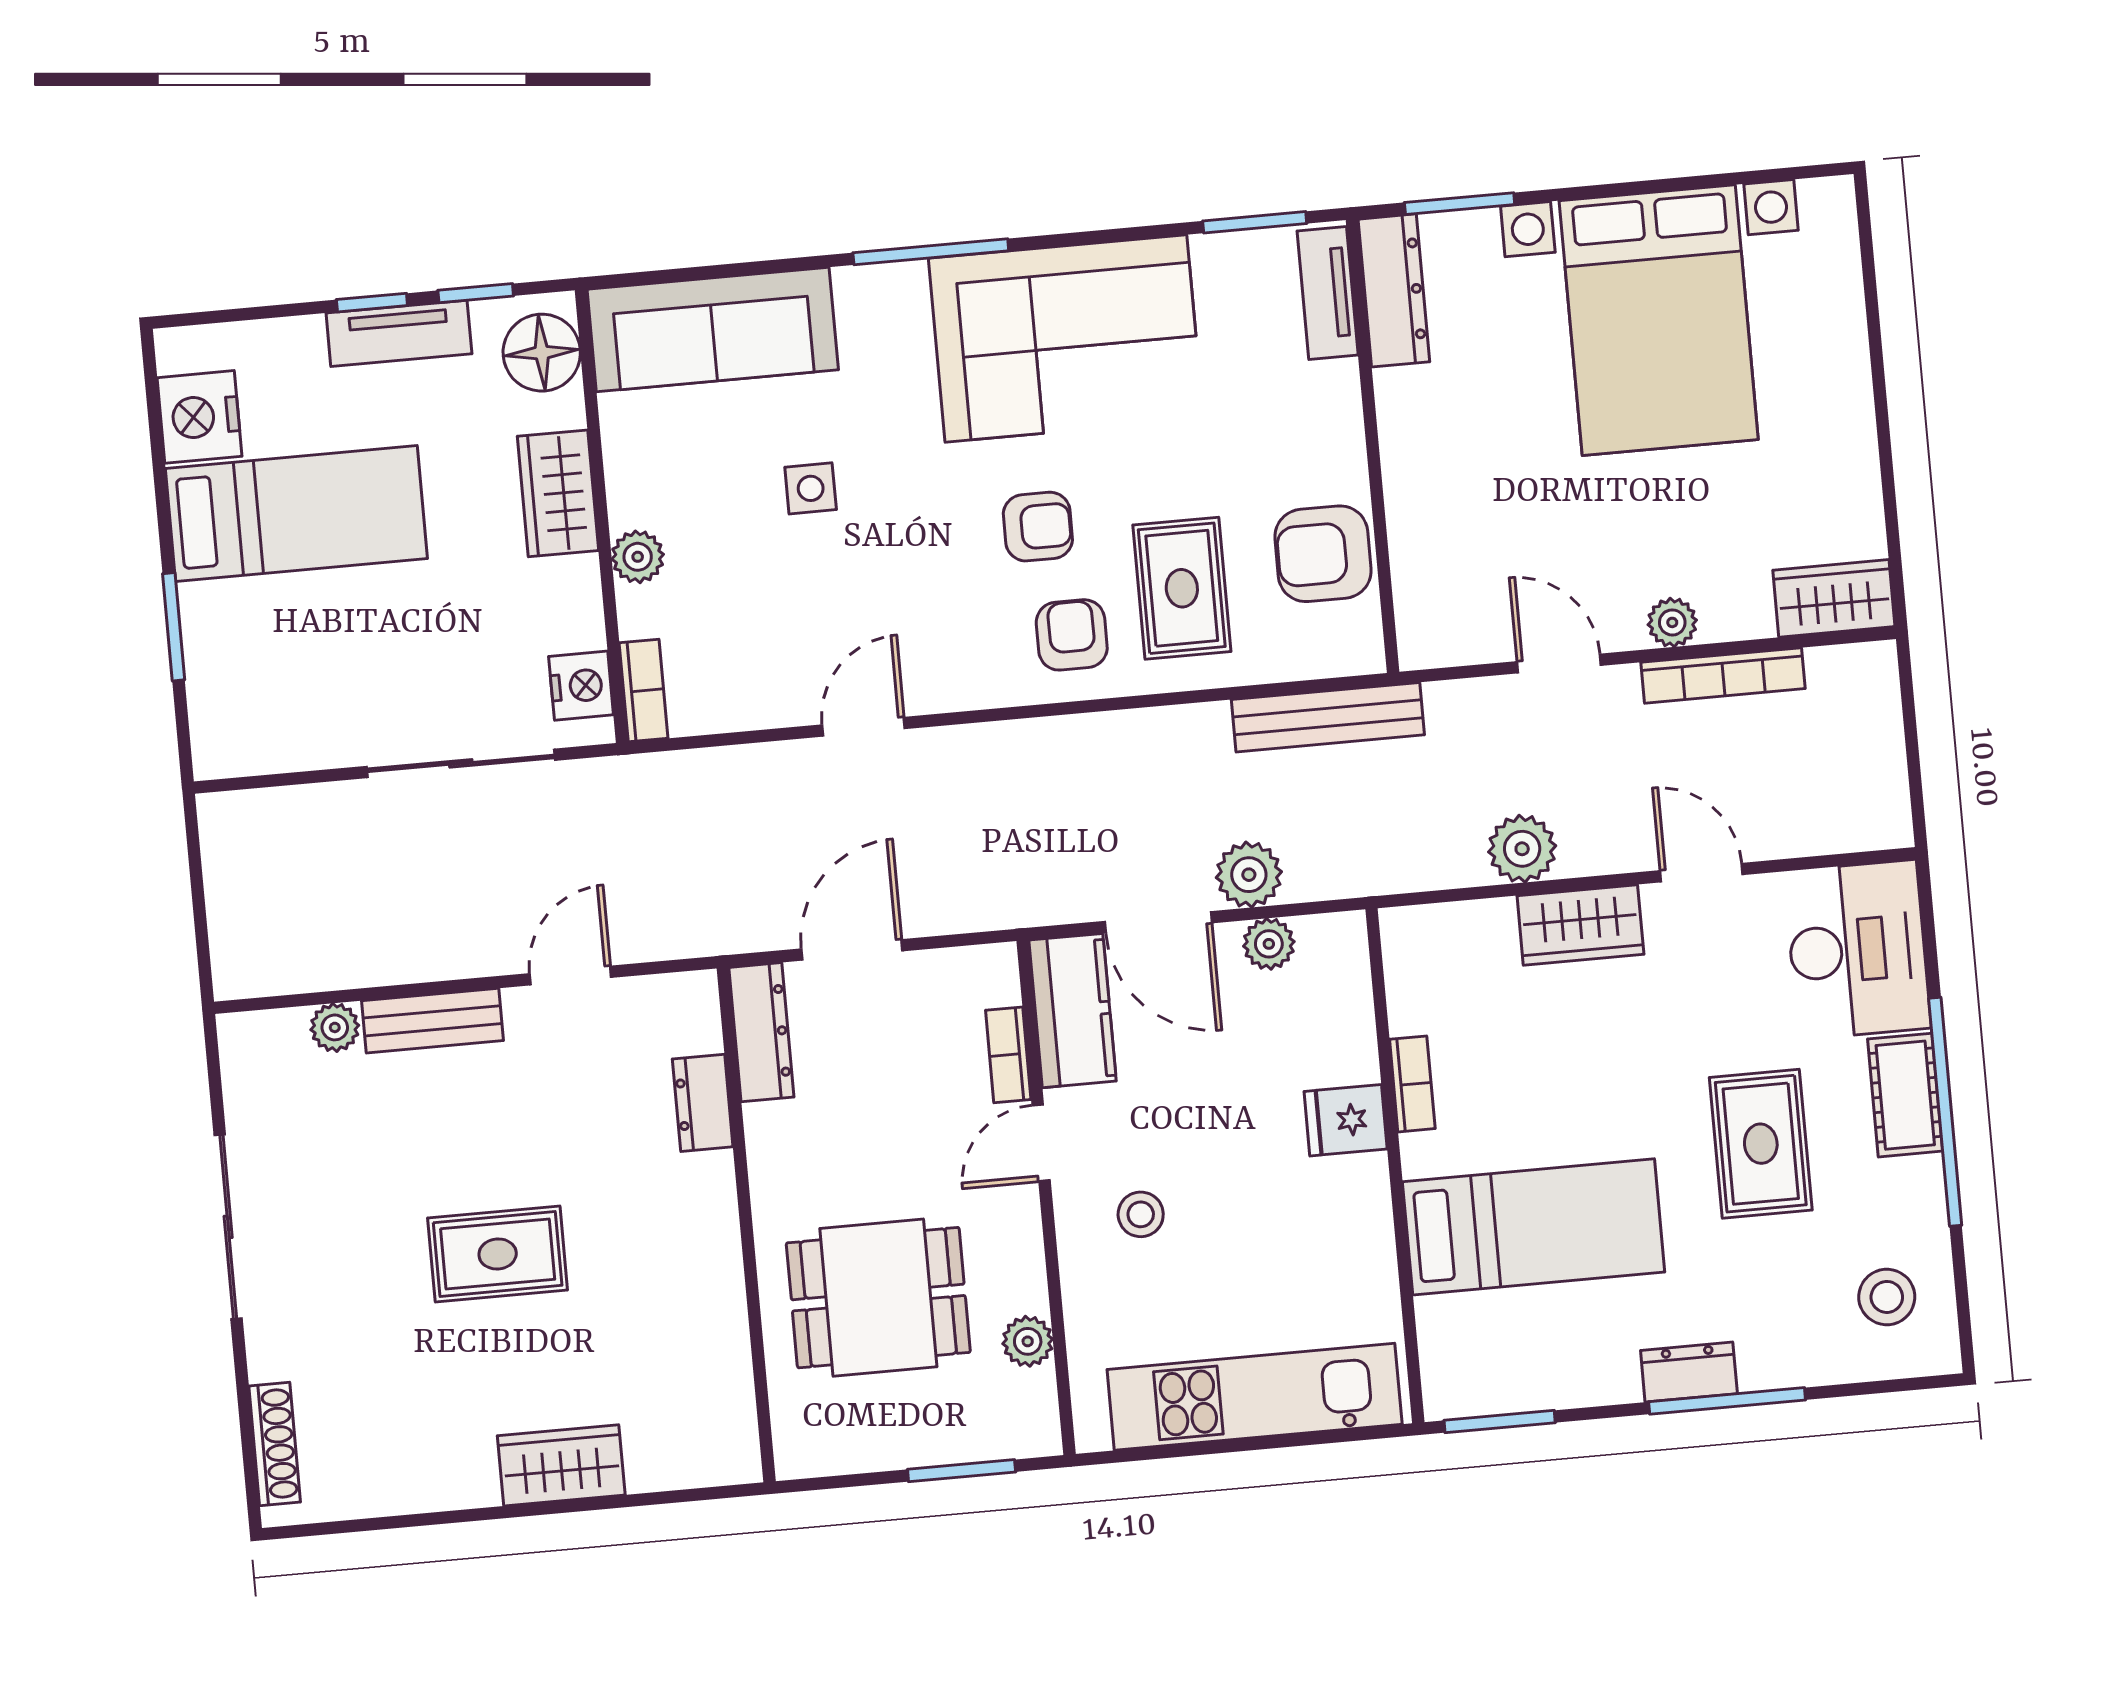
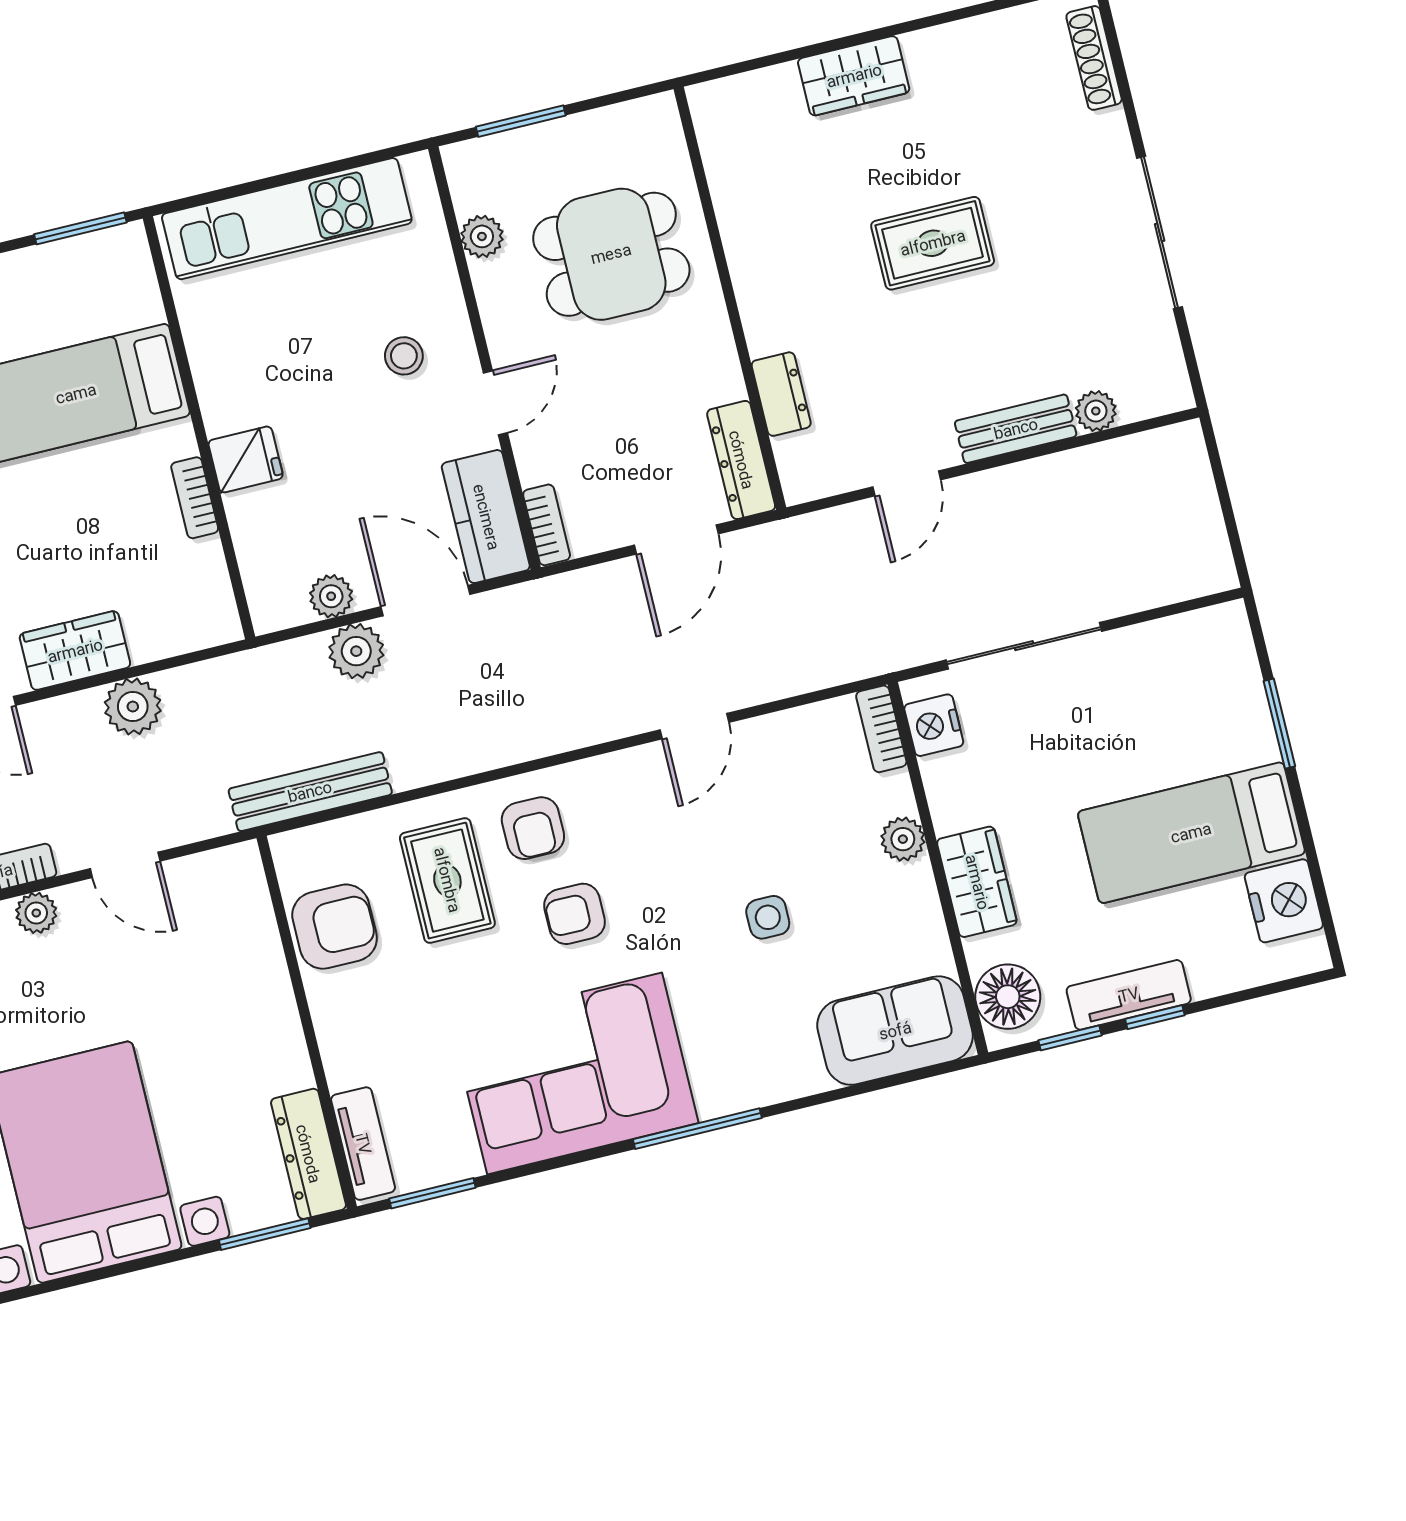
sofa: (713, 330) -> (895, 1031), width x0.73
bookcase: (1008, 1055) -> (547, 525), moved

